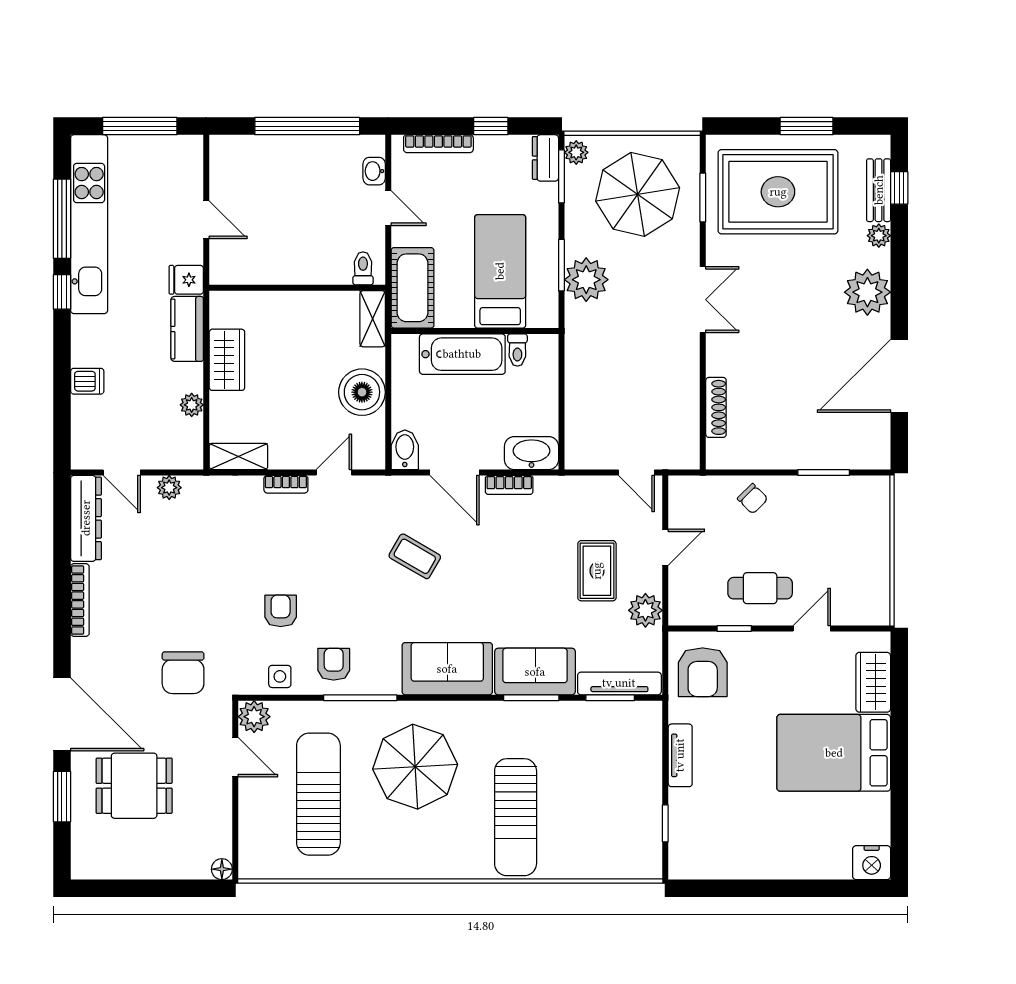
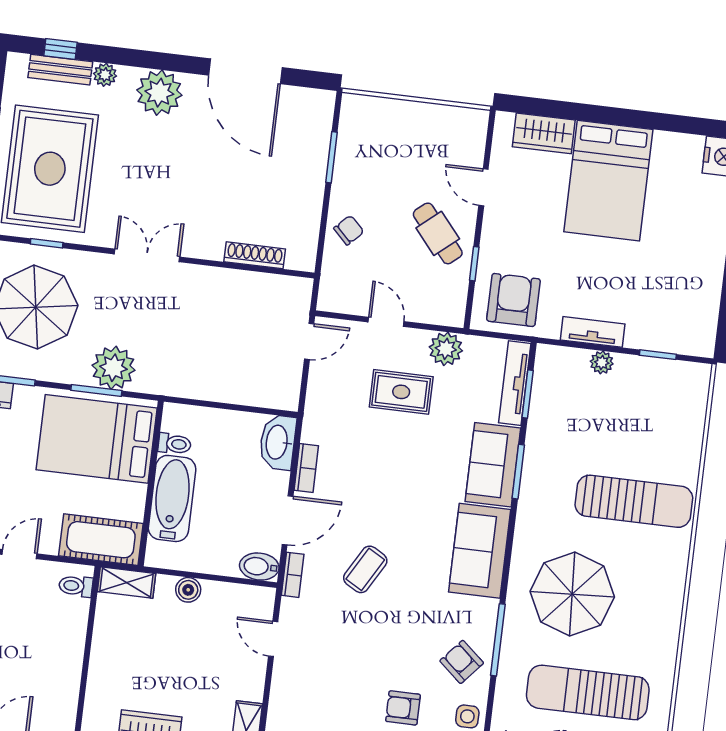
window: (703, 198) -> (47, 243), width x0.67
bed: (500, 271) -> (97, 439), width x1.50
boiler: (362, 392) -> (188, 590), width x0.54, depth x0.54
bookcase: (286, 484) -> (293, 575), moved
cafe table: (760, 588) -> (438, 233), turned -40
armchair: (334, 664) -> (462, 662), turned 41
armchair: (703, 672) -> (513, 300), turned -90
plant: (651, 768) -> (602, 362), added

